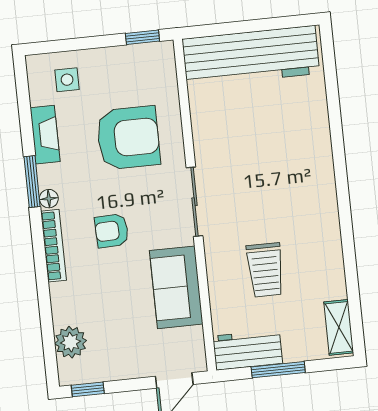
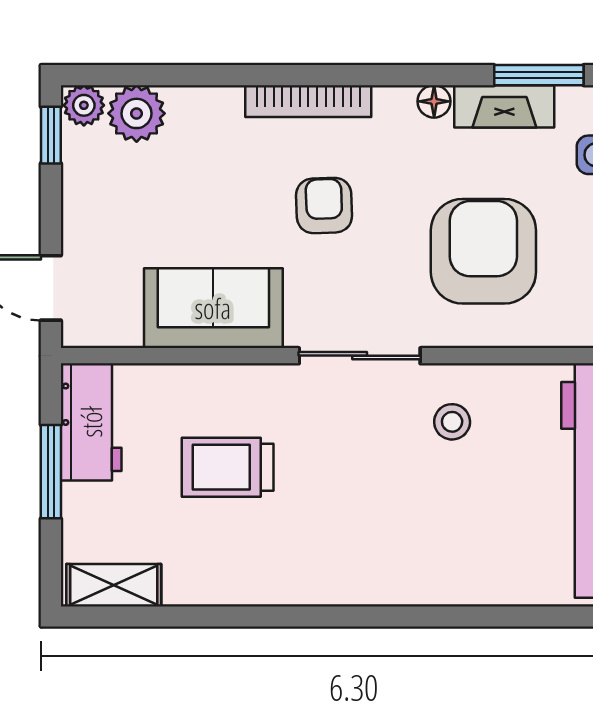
armchair: (128, 138) -> (483, 251), turned 180
stool: (227, 146) -> (452, 422), added
window: (32, 182) -> (539, 75), moved
floor lamp: (49, 199) -> (434, 101), moved
plant: (69, 372) -> (84, 105), added

